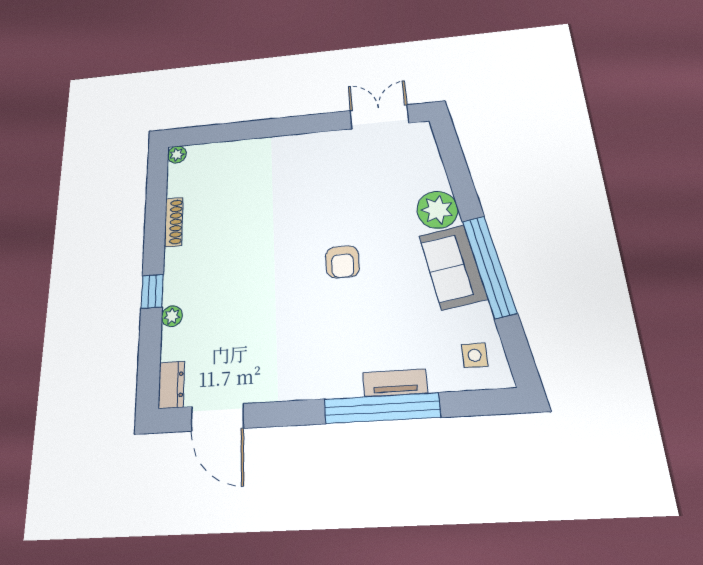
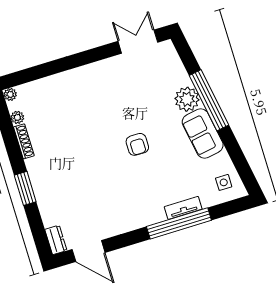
window: (489, 266) -> (209, 100), moved
window: (152, 291) -> (25, 188), width x1.50
plant: (172, 316) -> (17, 117), moved

